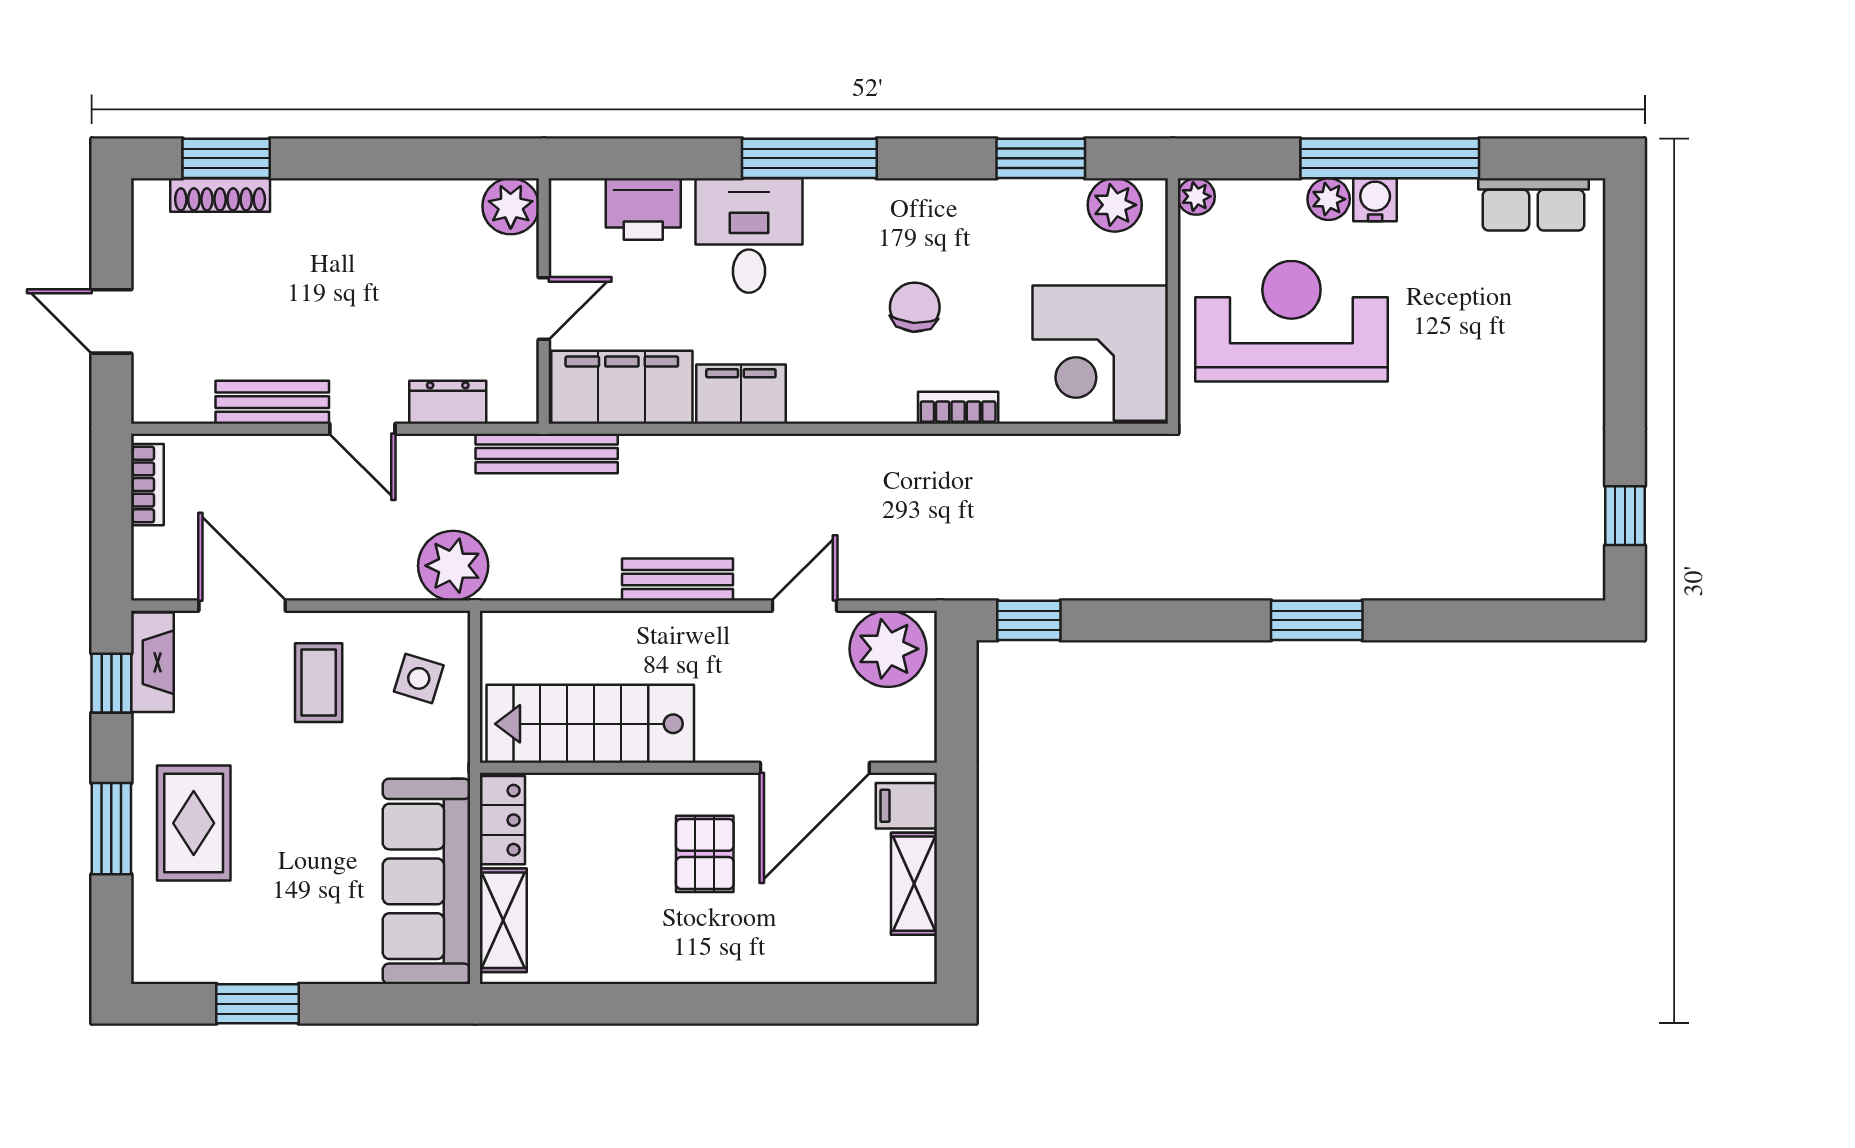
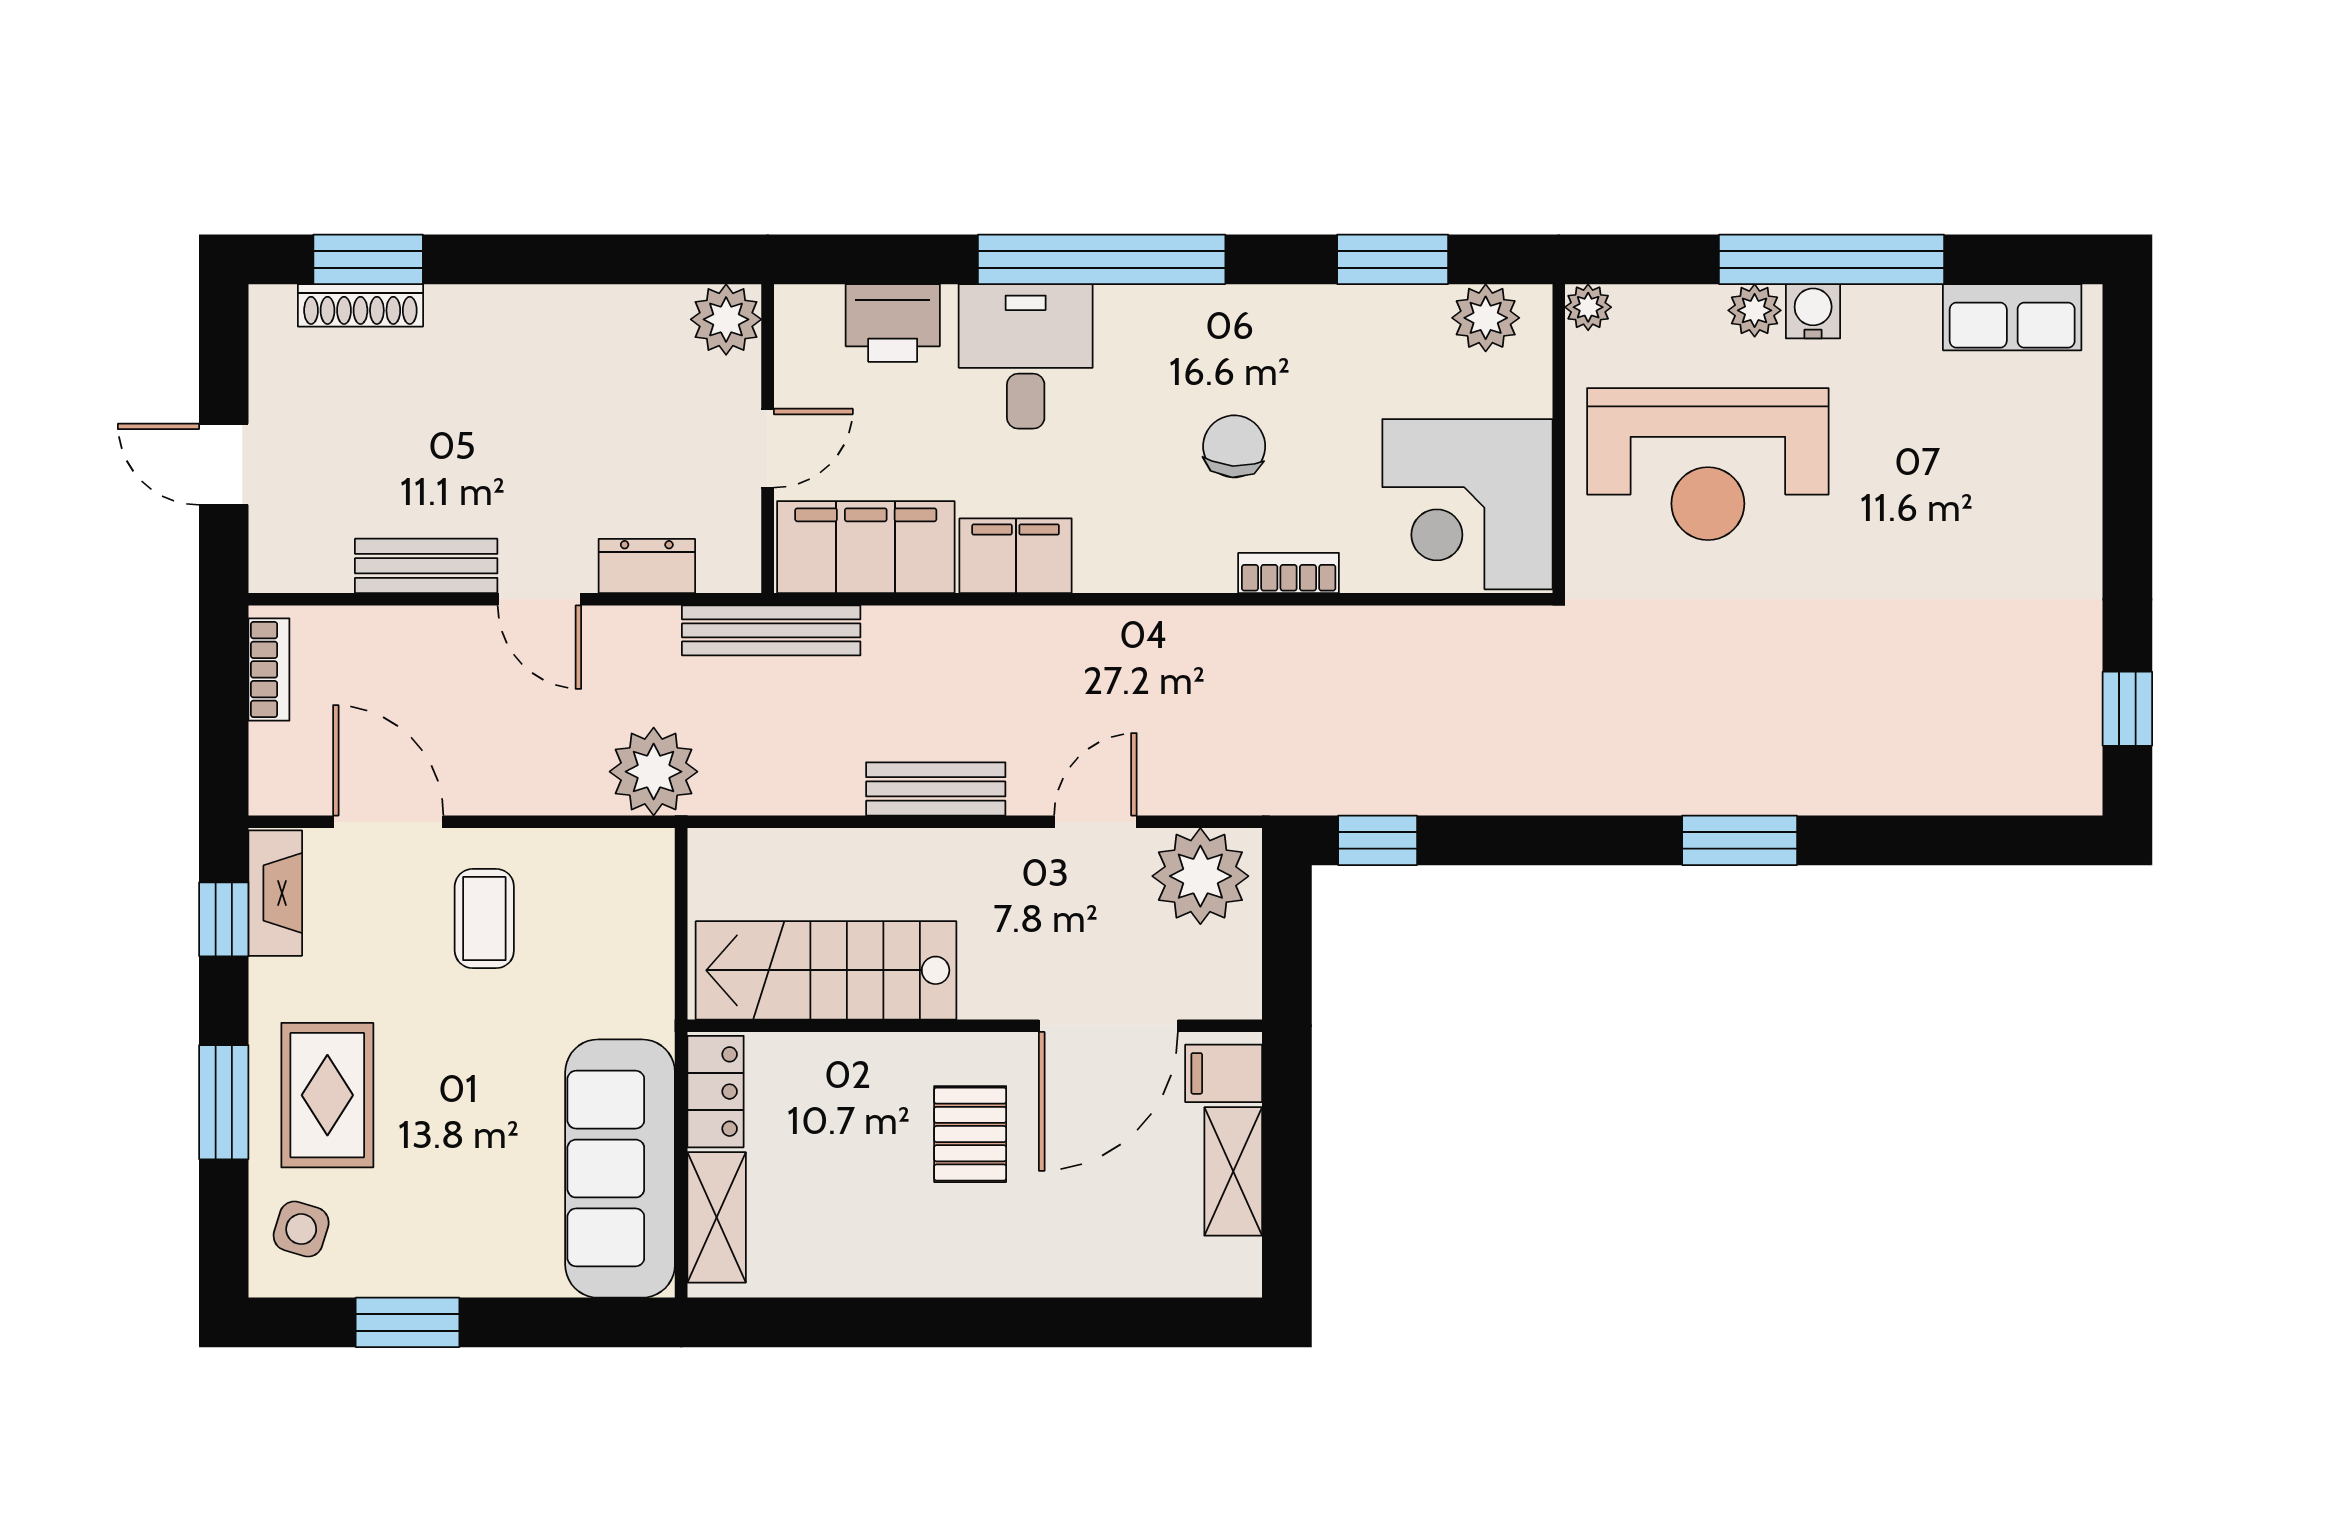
window: (809, 158) -> (1102, 259), width x1.46
reception desk: (1291, 321) -> (1708, 464), turned 180
side table: (419, 678) -> (301, 1229), moved

